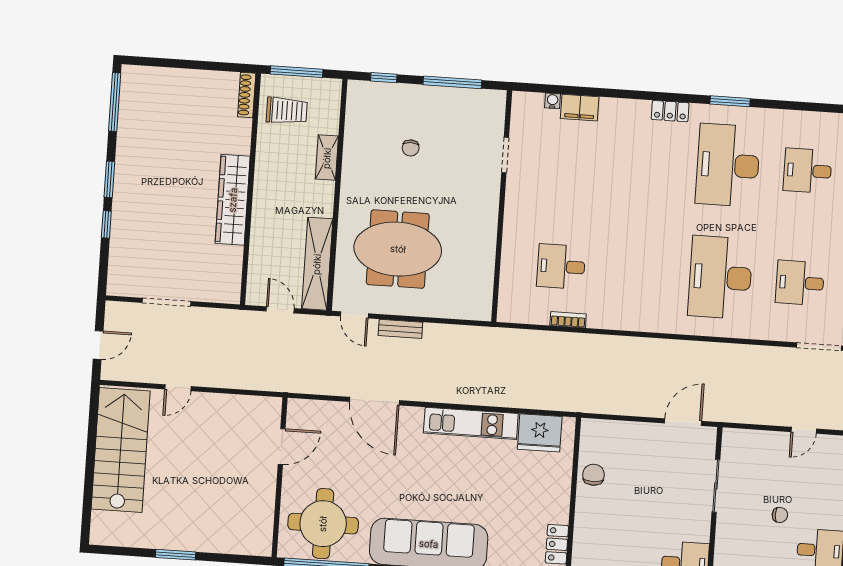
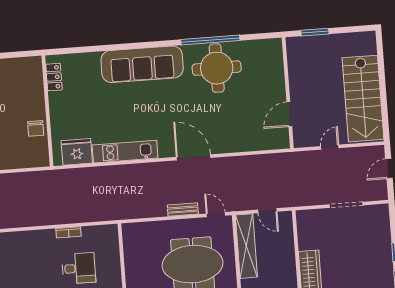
door: (282, 447) -> (289, 114), moved
wall: (280, 477) -> (288, 93), moved

